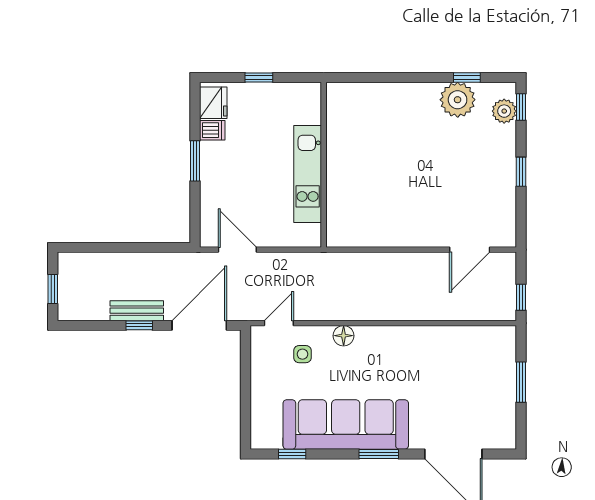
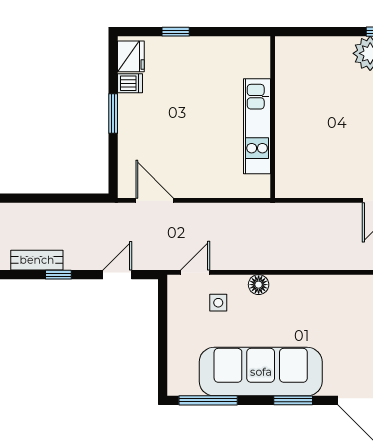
wall: (324, 165) -> (273, 117), moved
kitchen unit: (308, 174) -> (257, 126), moved
bench: (137, 311) -> (37, 260), moved
door: (199, 325) -> (117, 275), width x0.53
window: (292, 454) -> (208, 400), width x2.17

